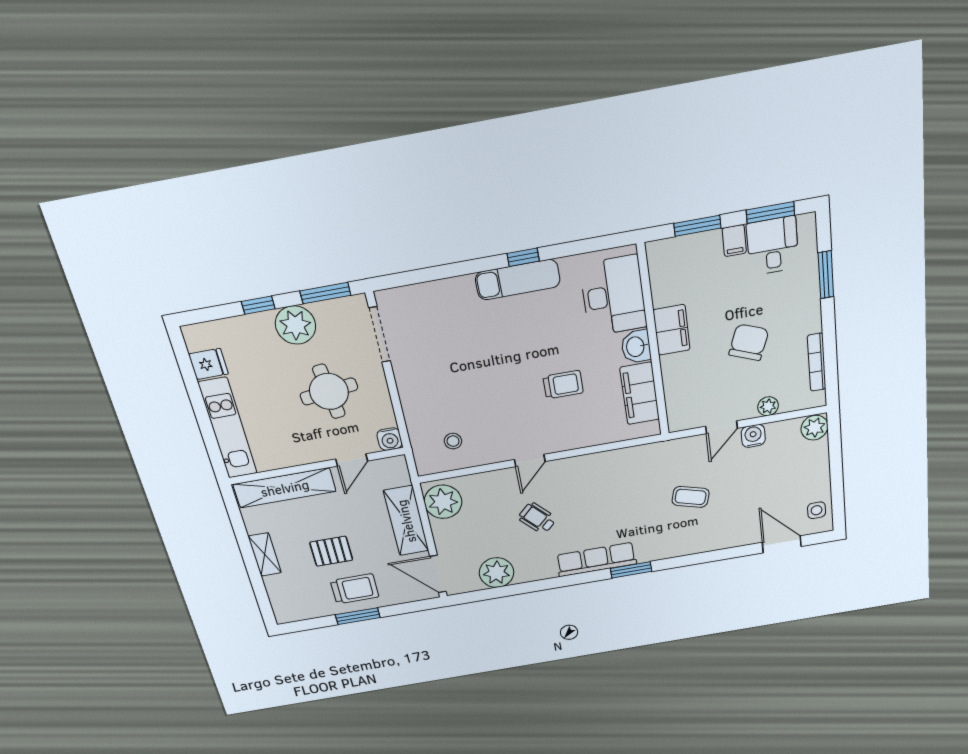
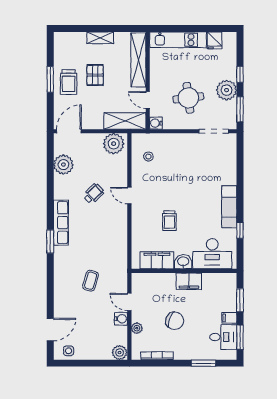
window: (523, 257) -> (240, 230), moved
shelving: (406, 521) -> (125, 121), moved

